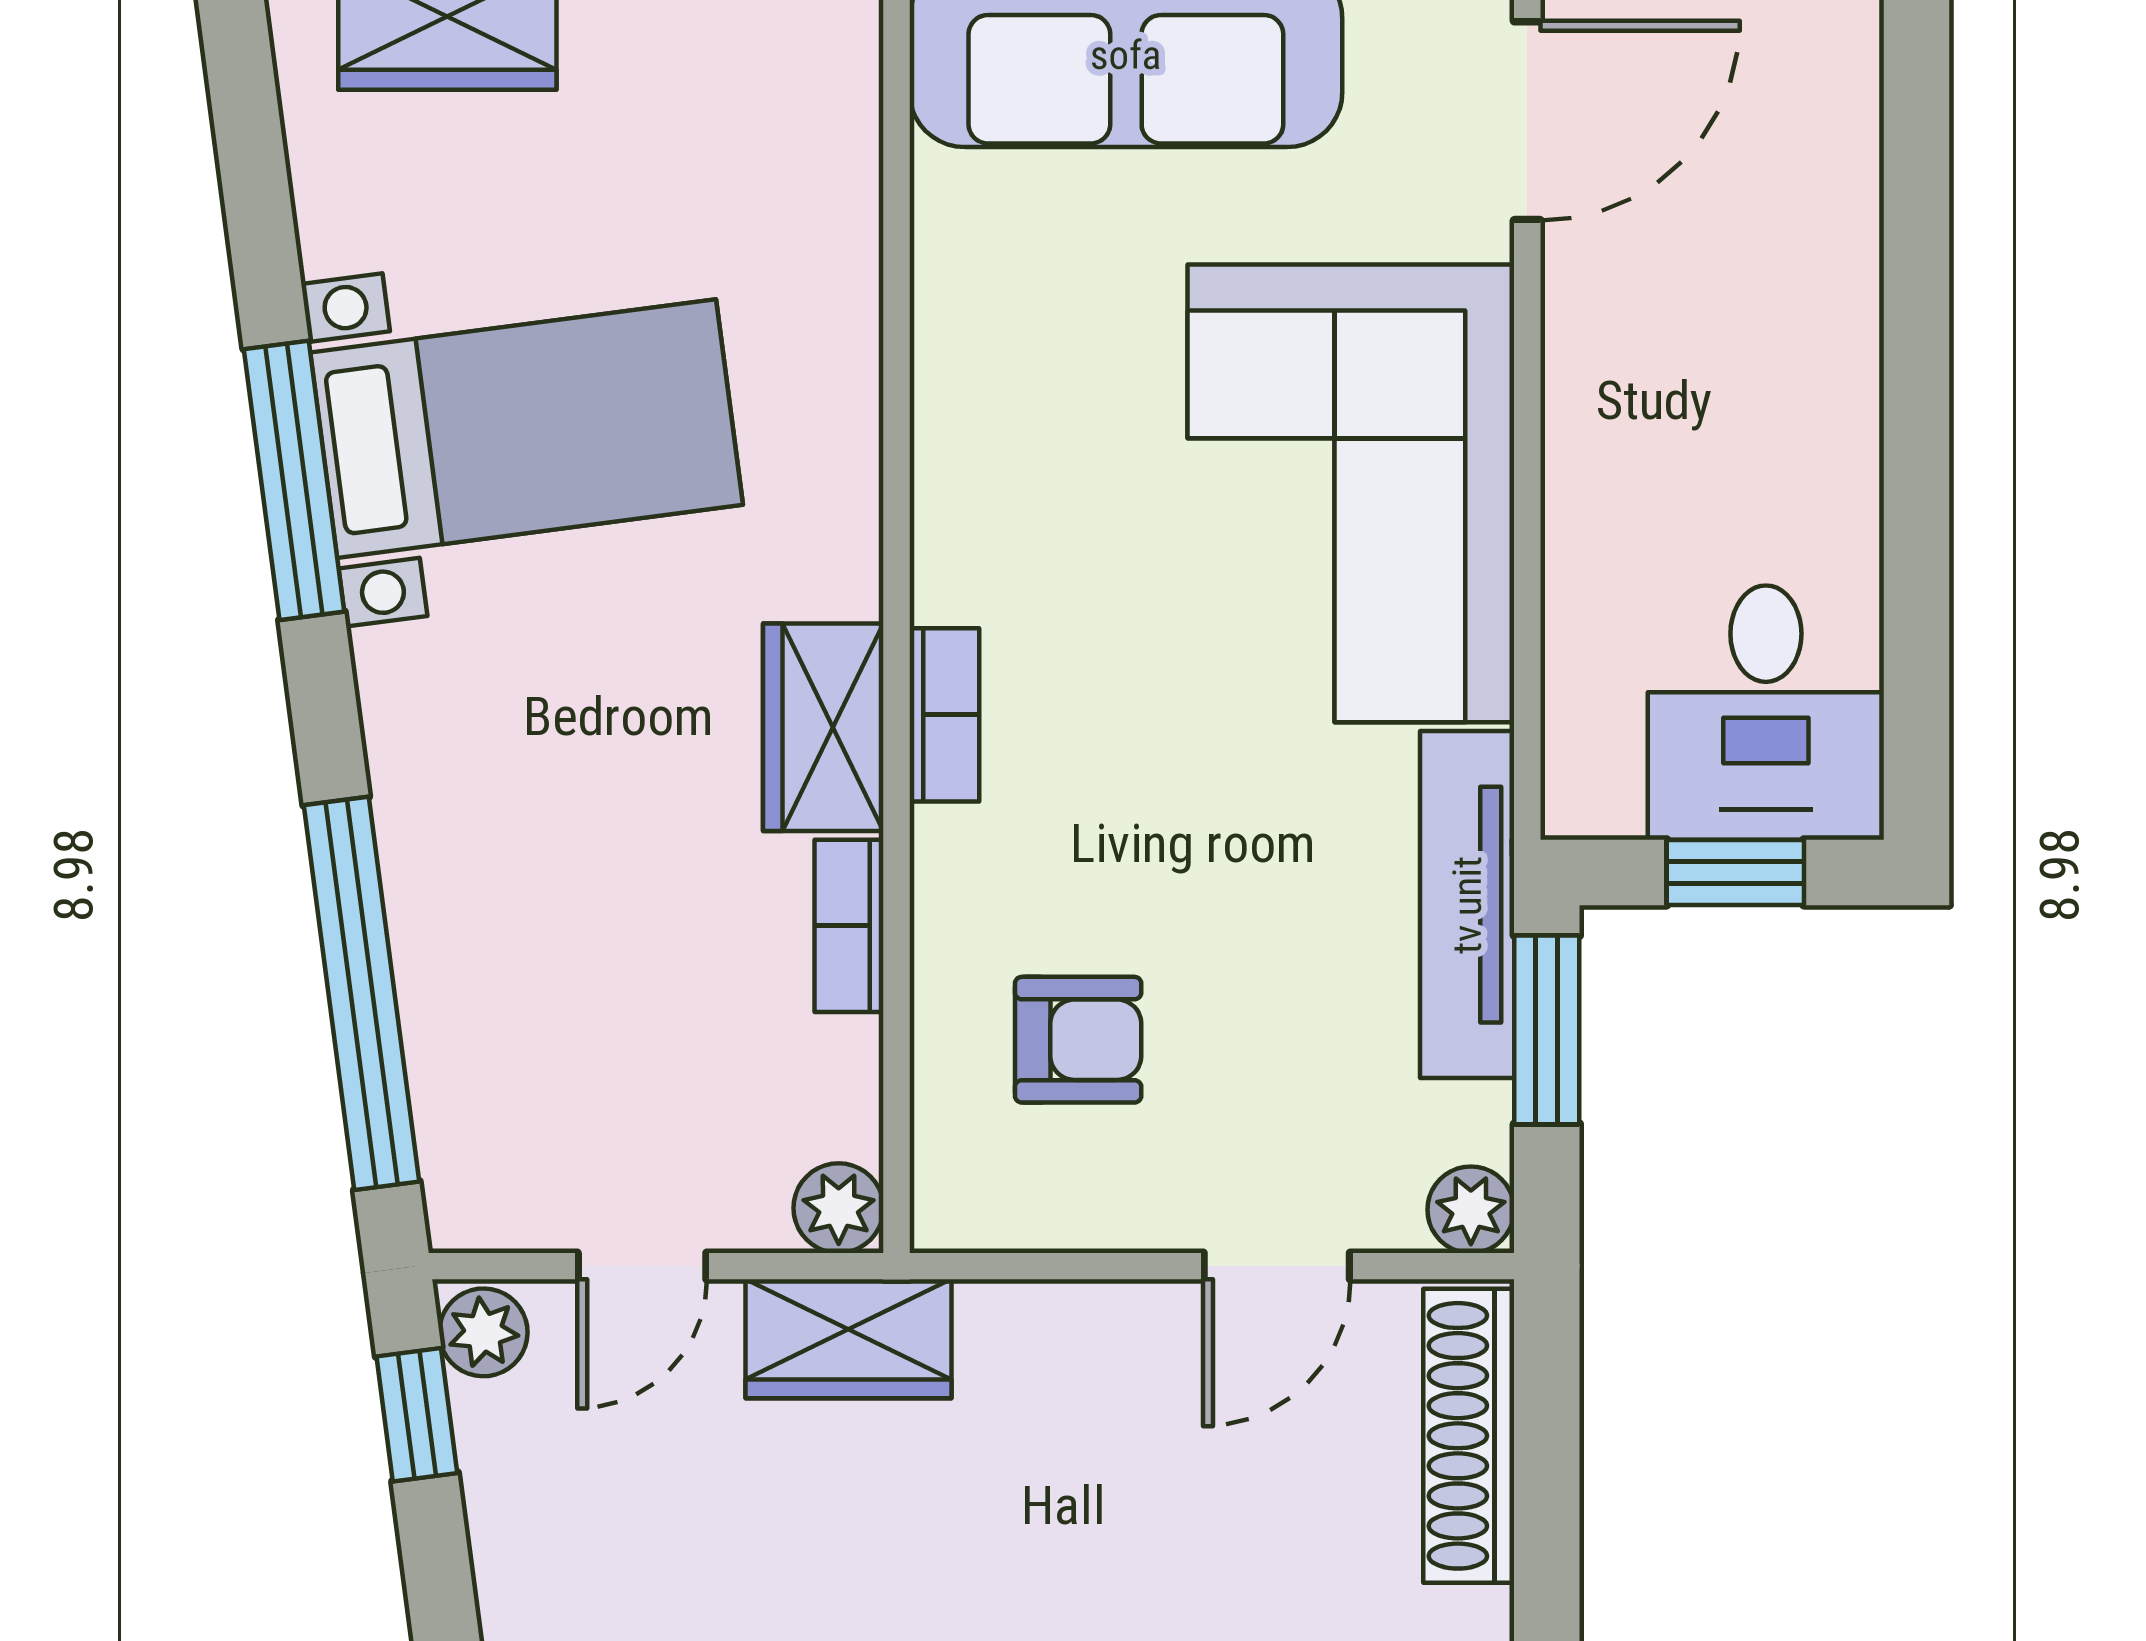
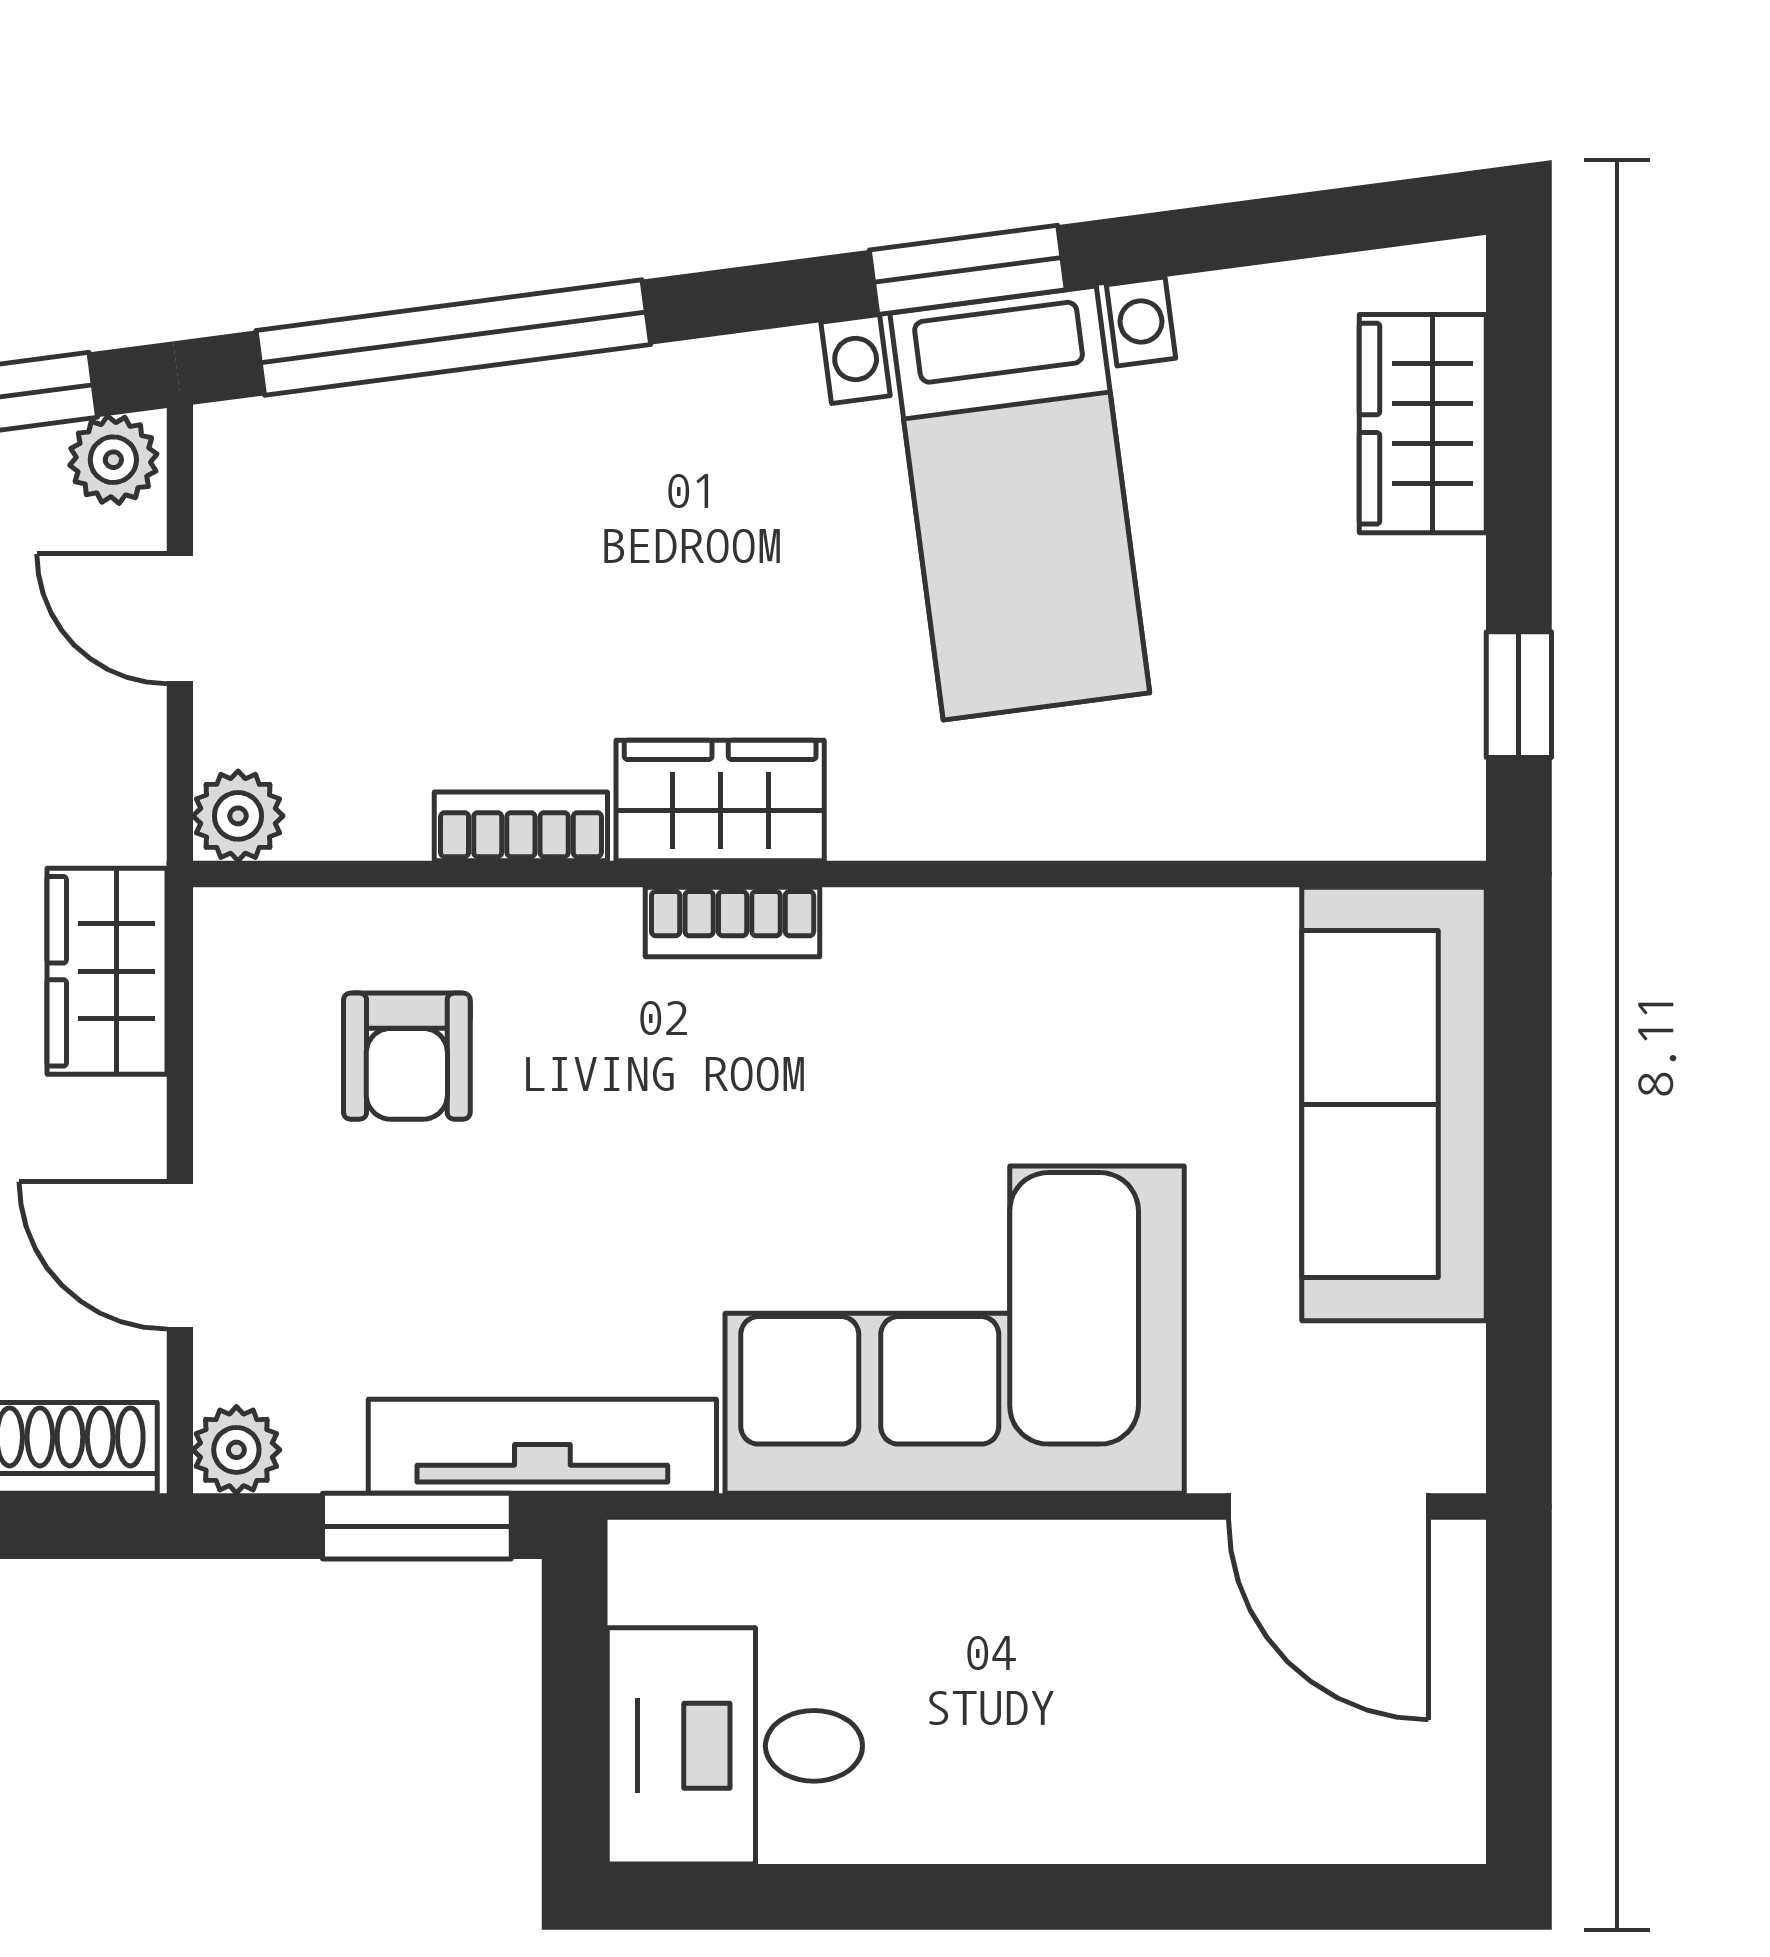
window: (294, 480) -> (968, 270), width x0.69
window: (1735, 872) -> (575, 1715), removed
wardrobe: (848, 1339) -> (107, 971), moved

